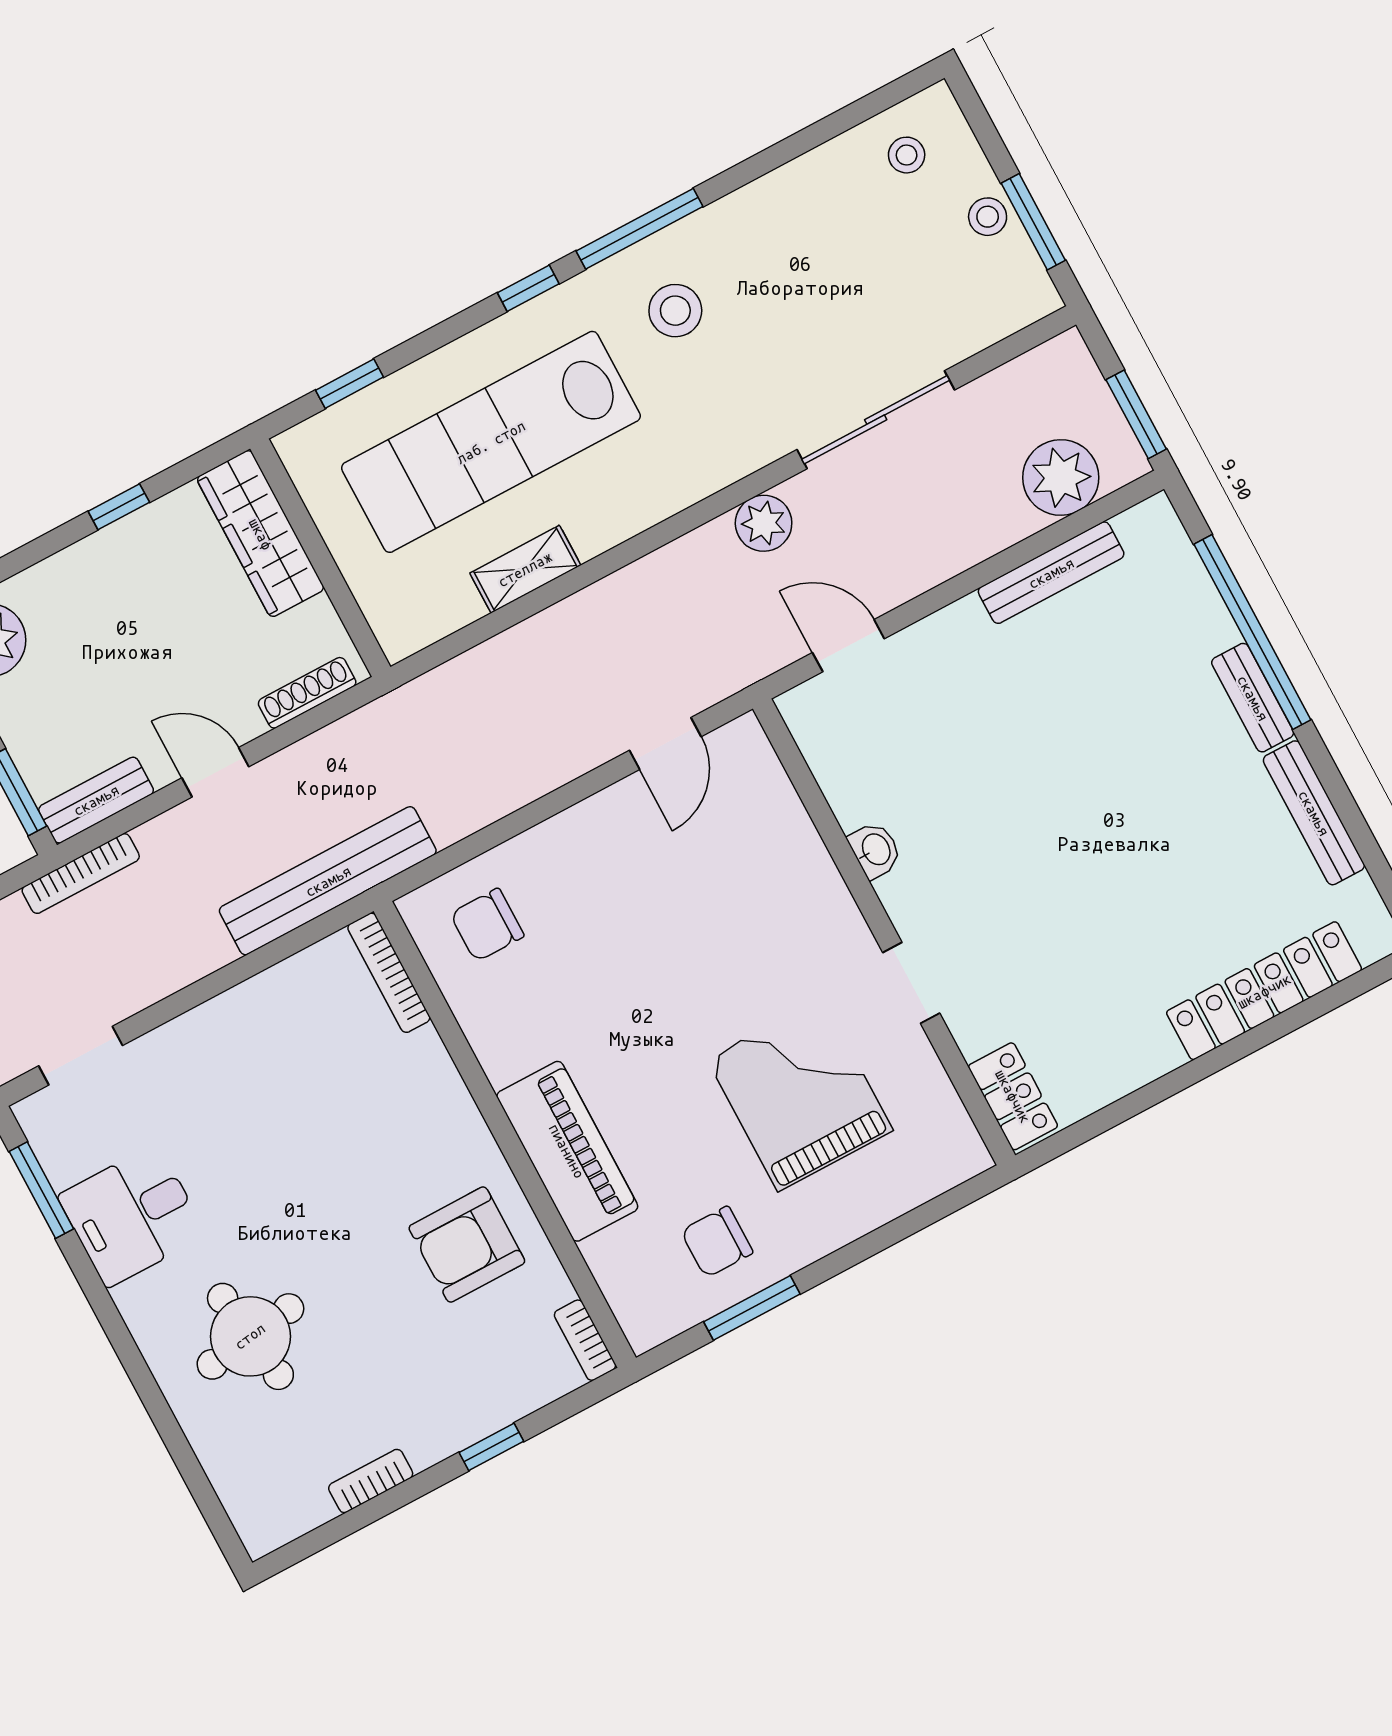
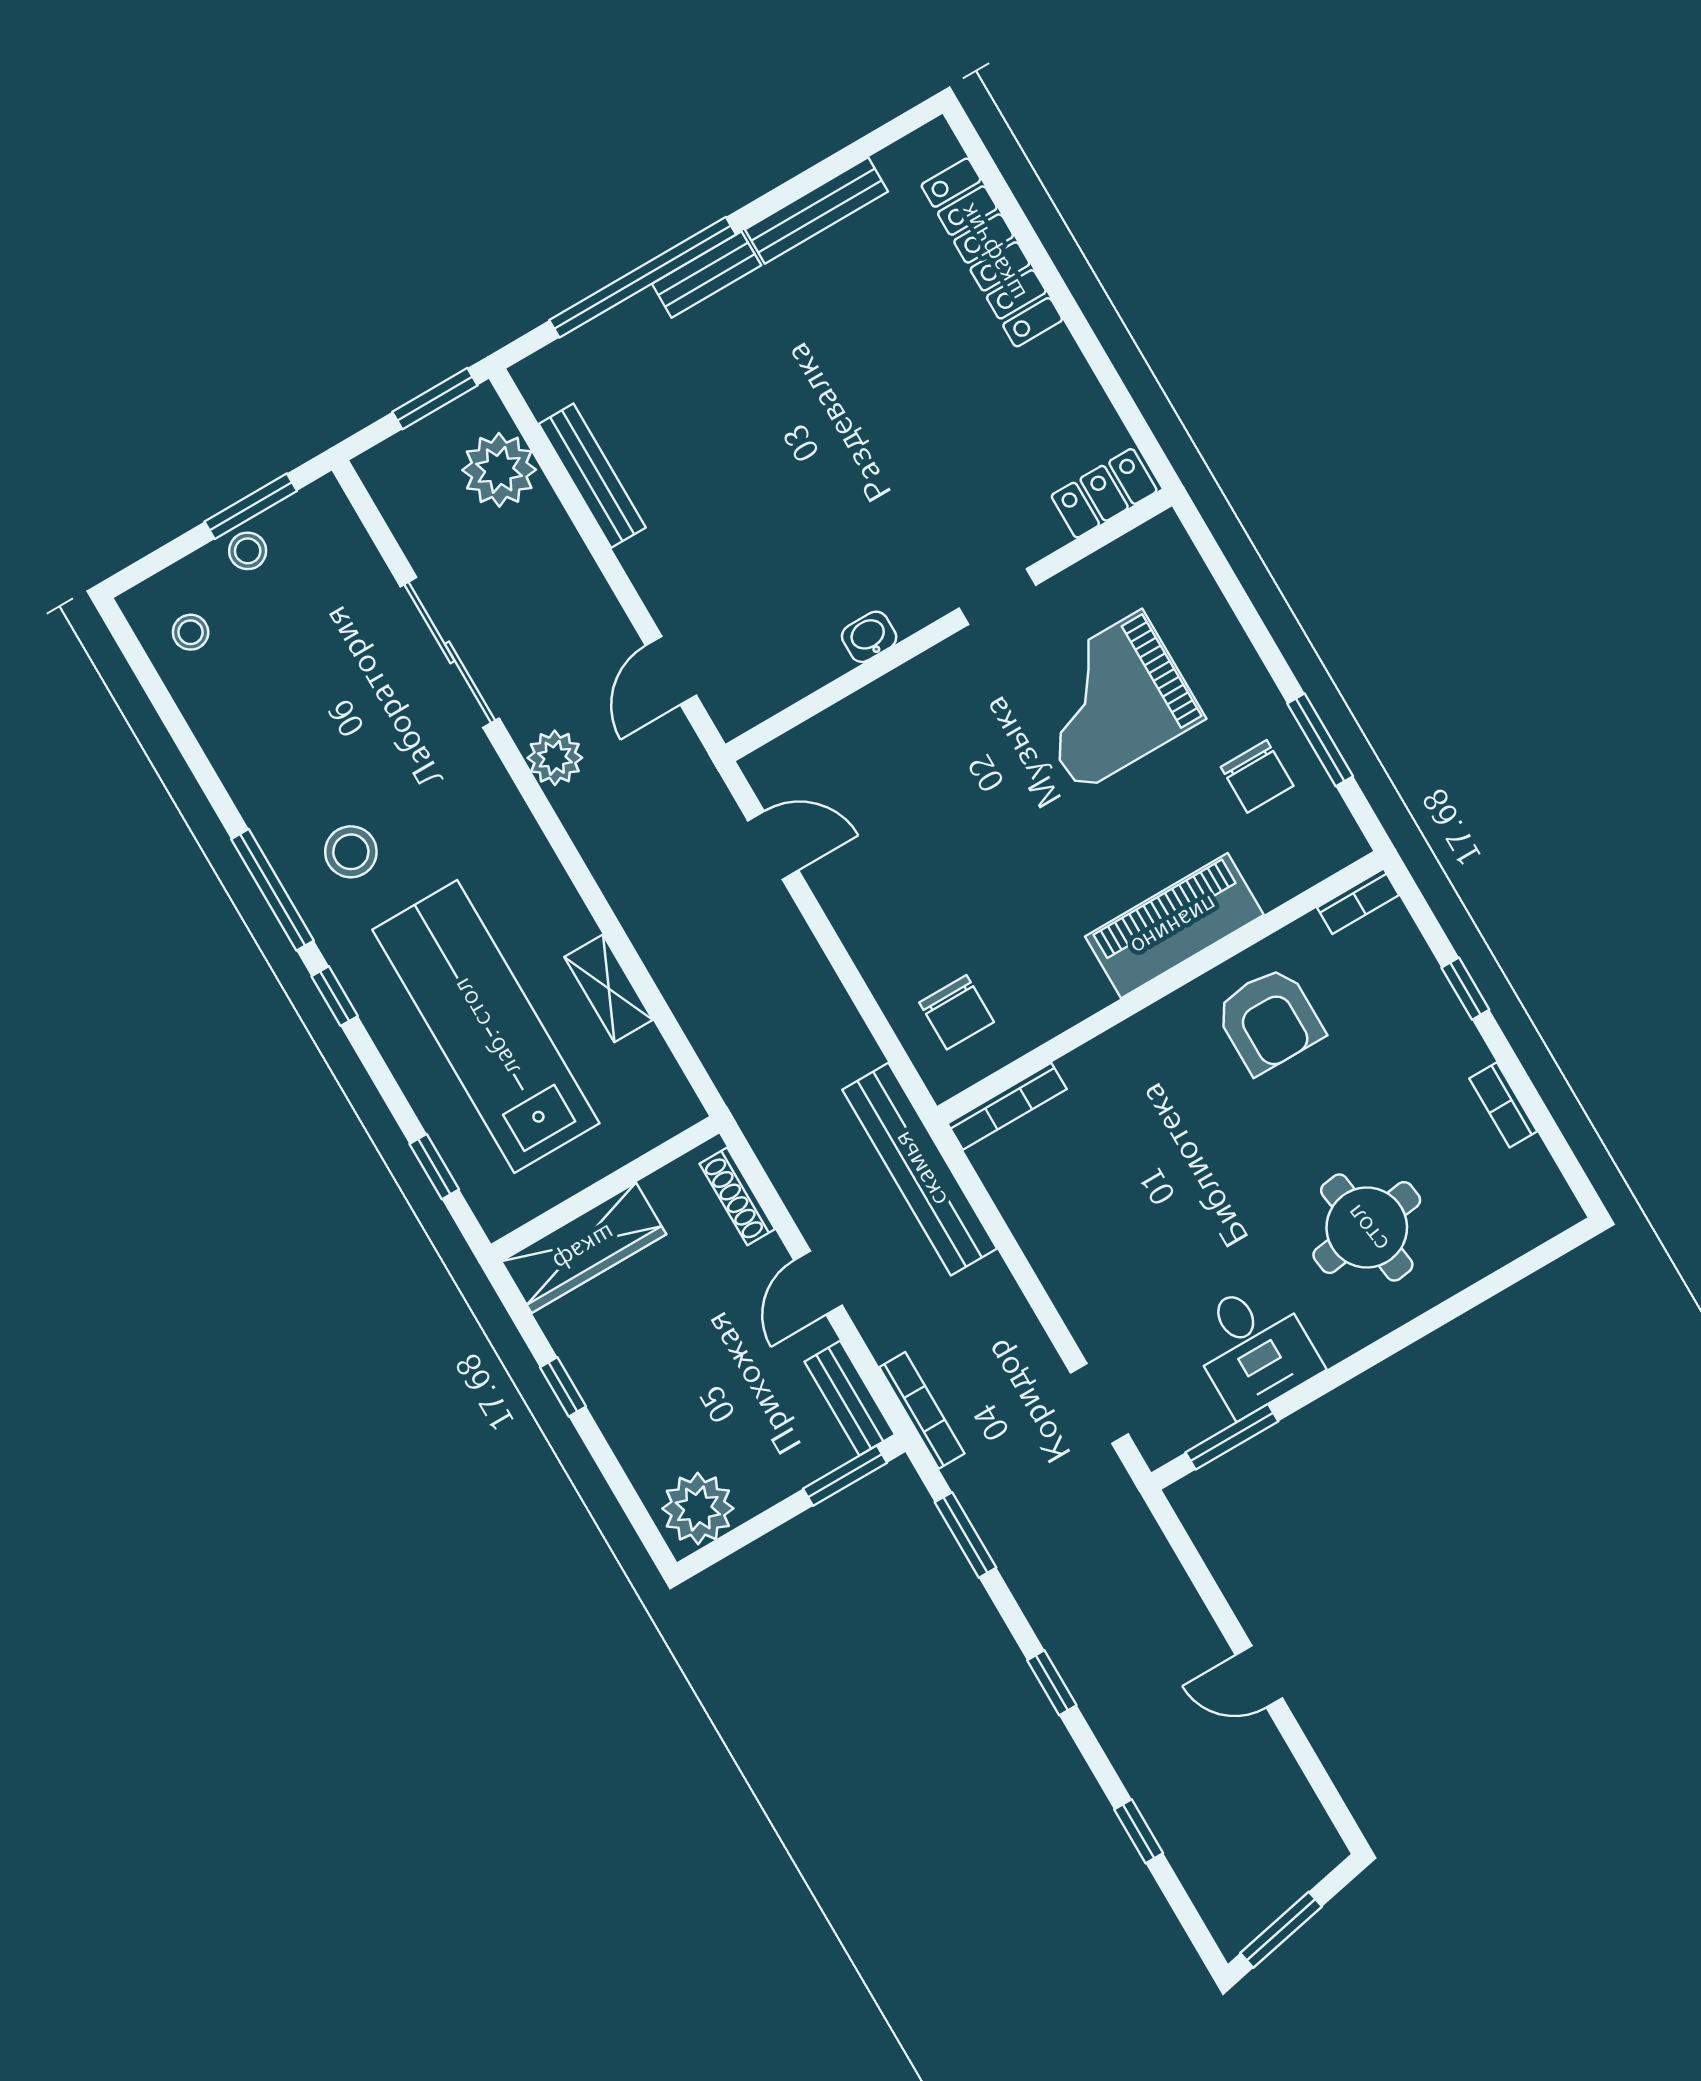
lab bench: (491, 442) -> (486, 1027), turned 180

